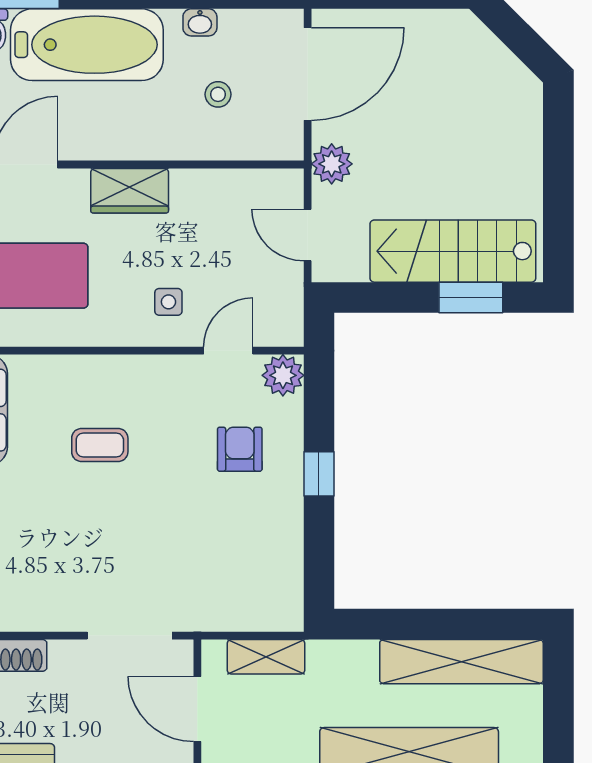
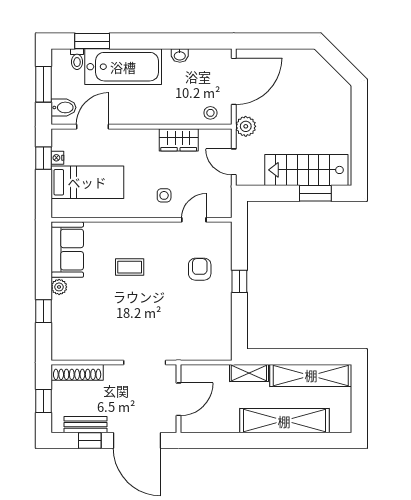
stool: (218, 94) -> (210, 113), moved
wardrobe: (130, 191) -> (179, 140), moved
plant: (283, 375) -> (221, 232), removed
shelving: (266, 657) -> (249, 373), moved
door: (197, 709) -> (179, 399), swing flipped

